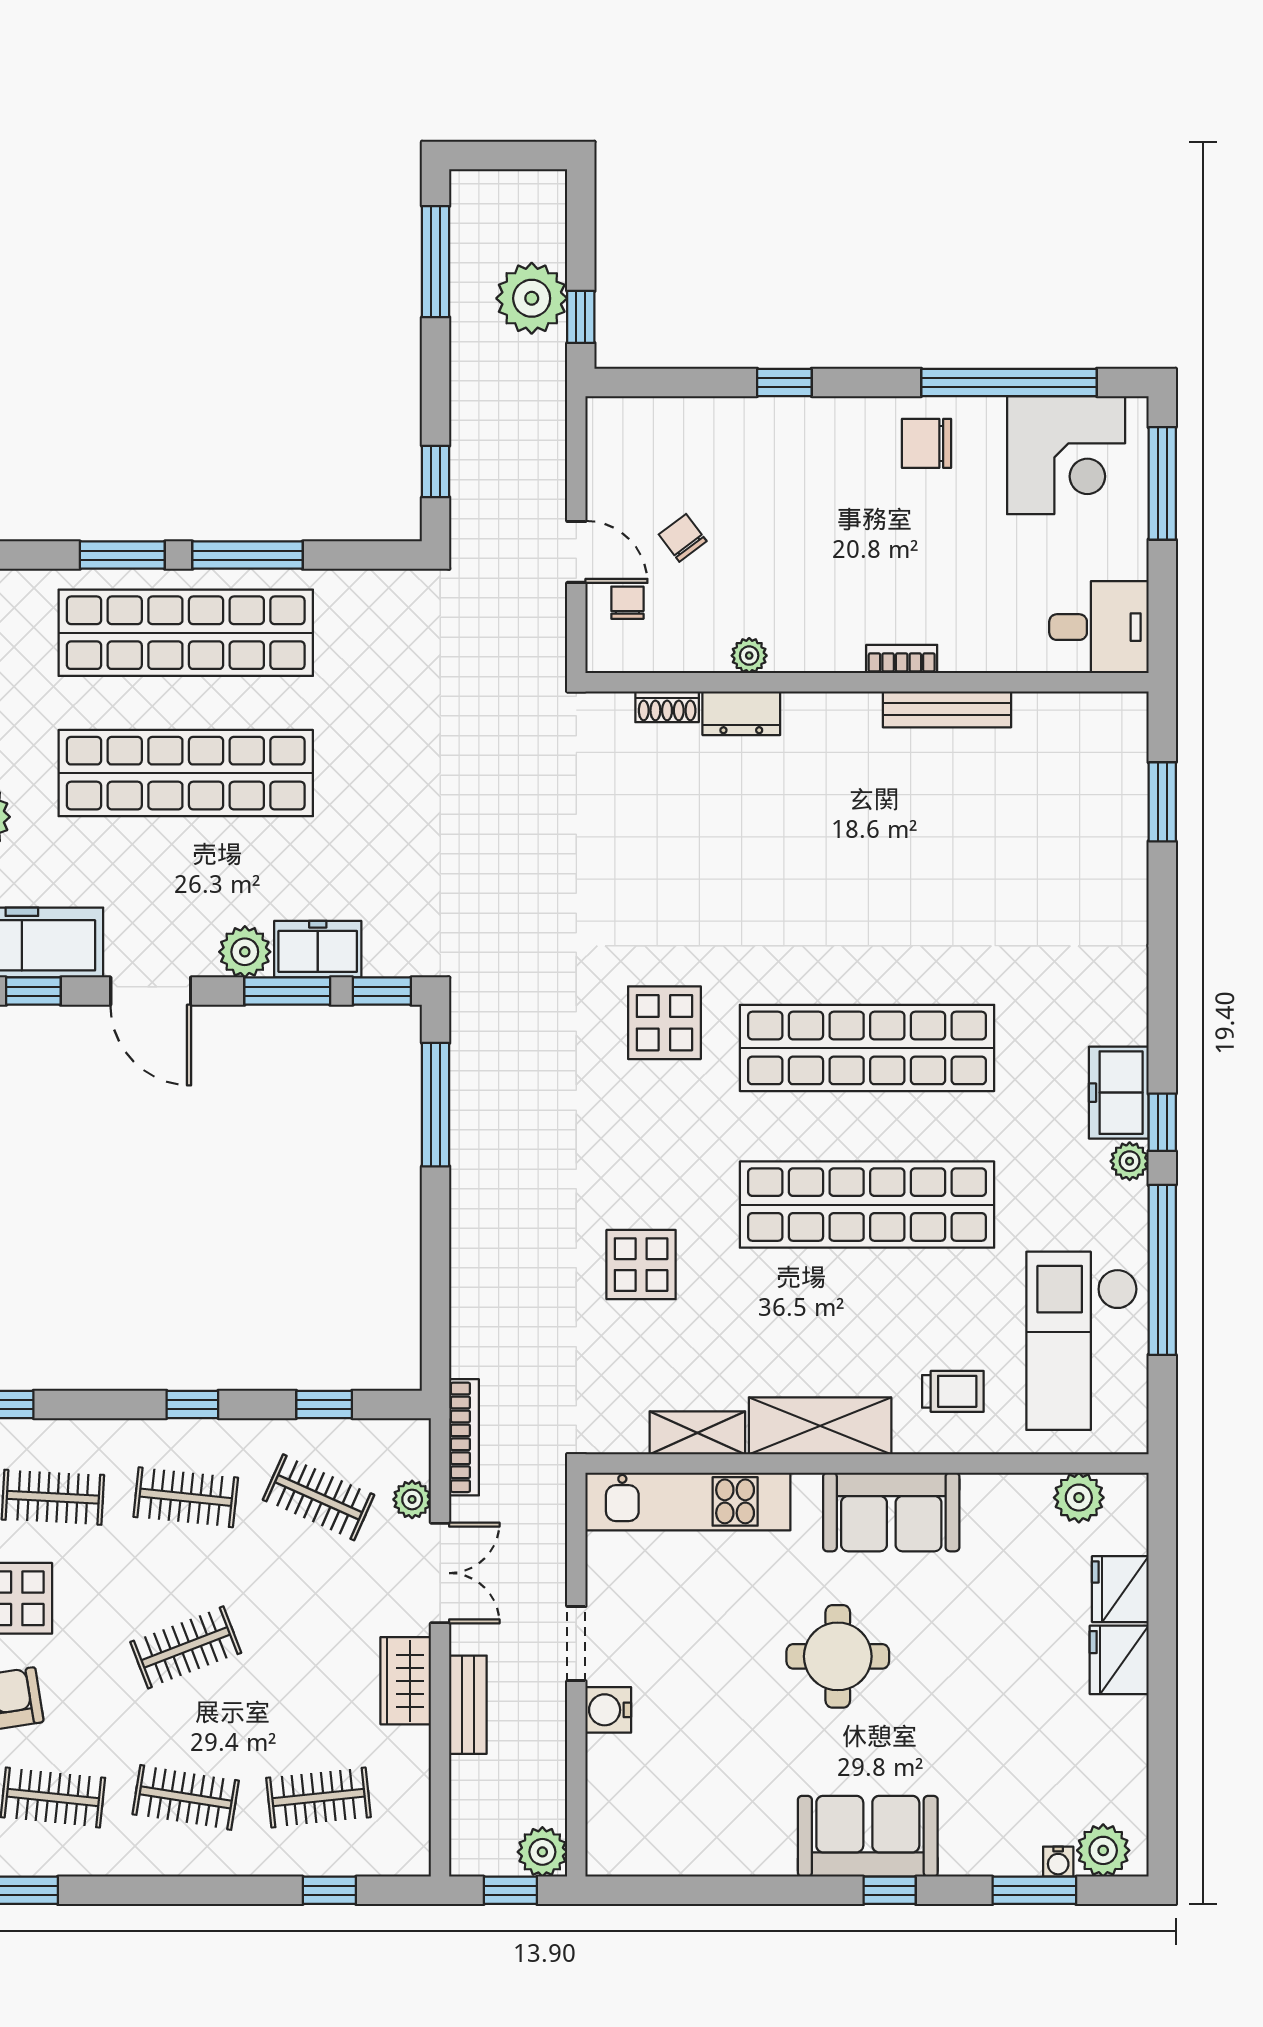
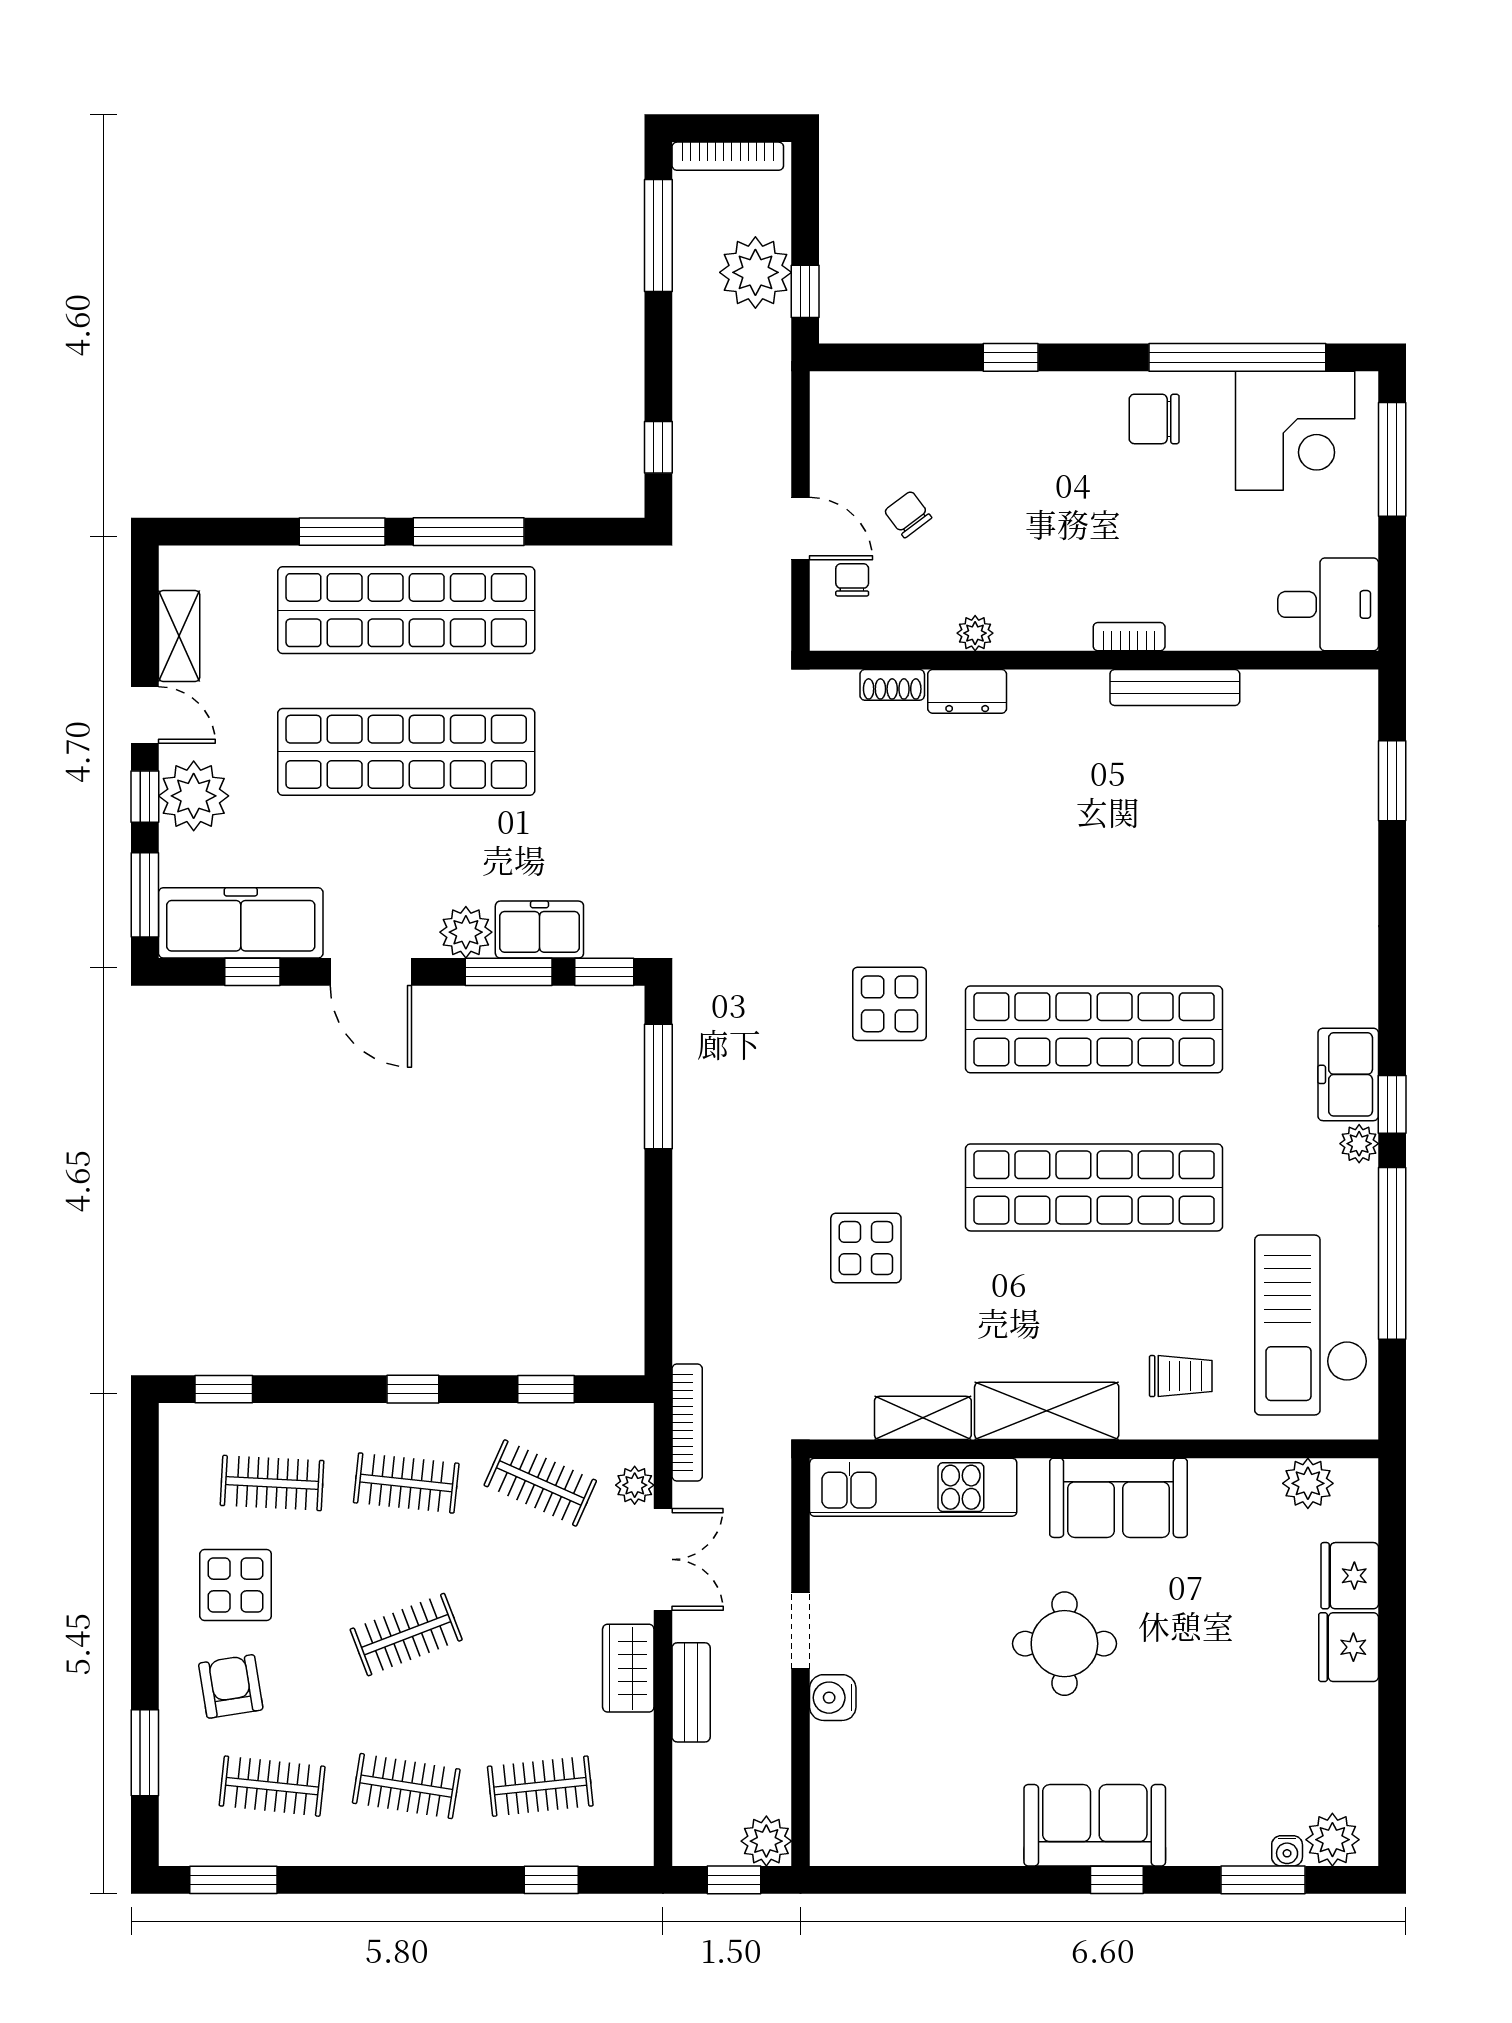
bookcase: (504, 183) -> (728, 156), added

